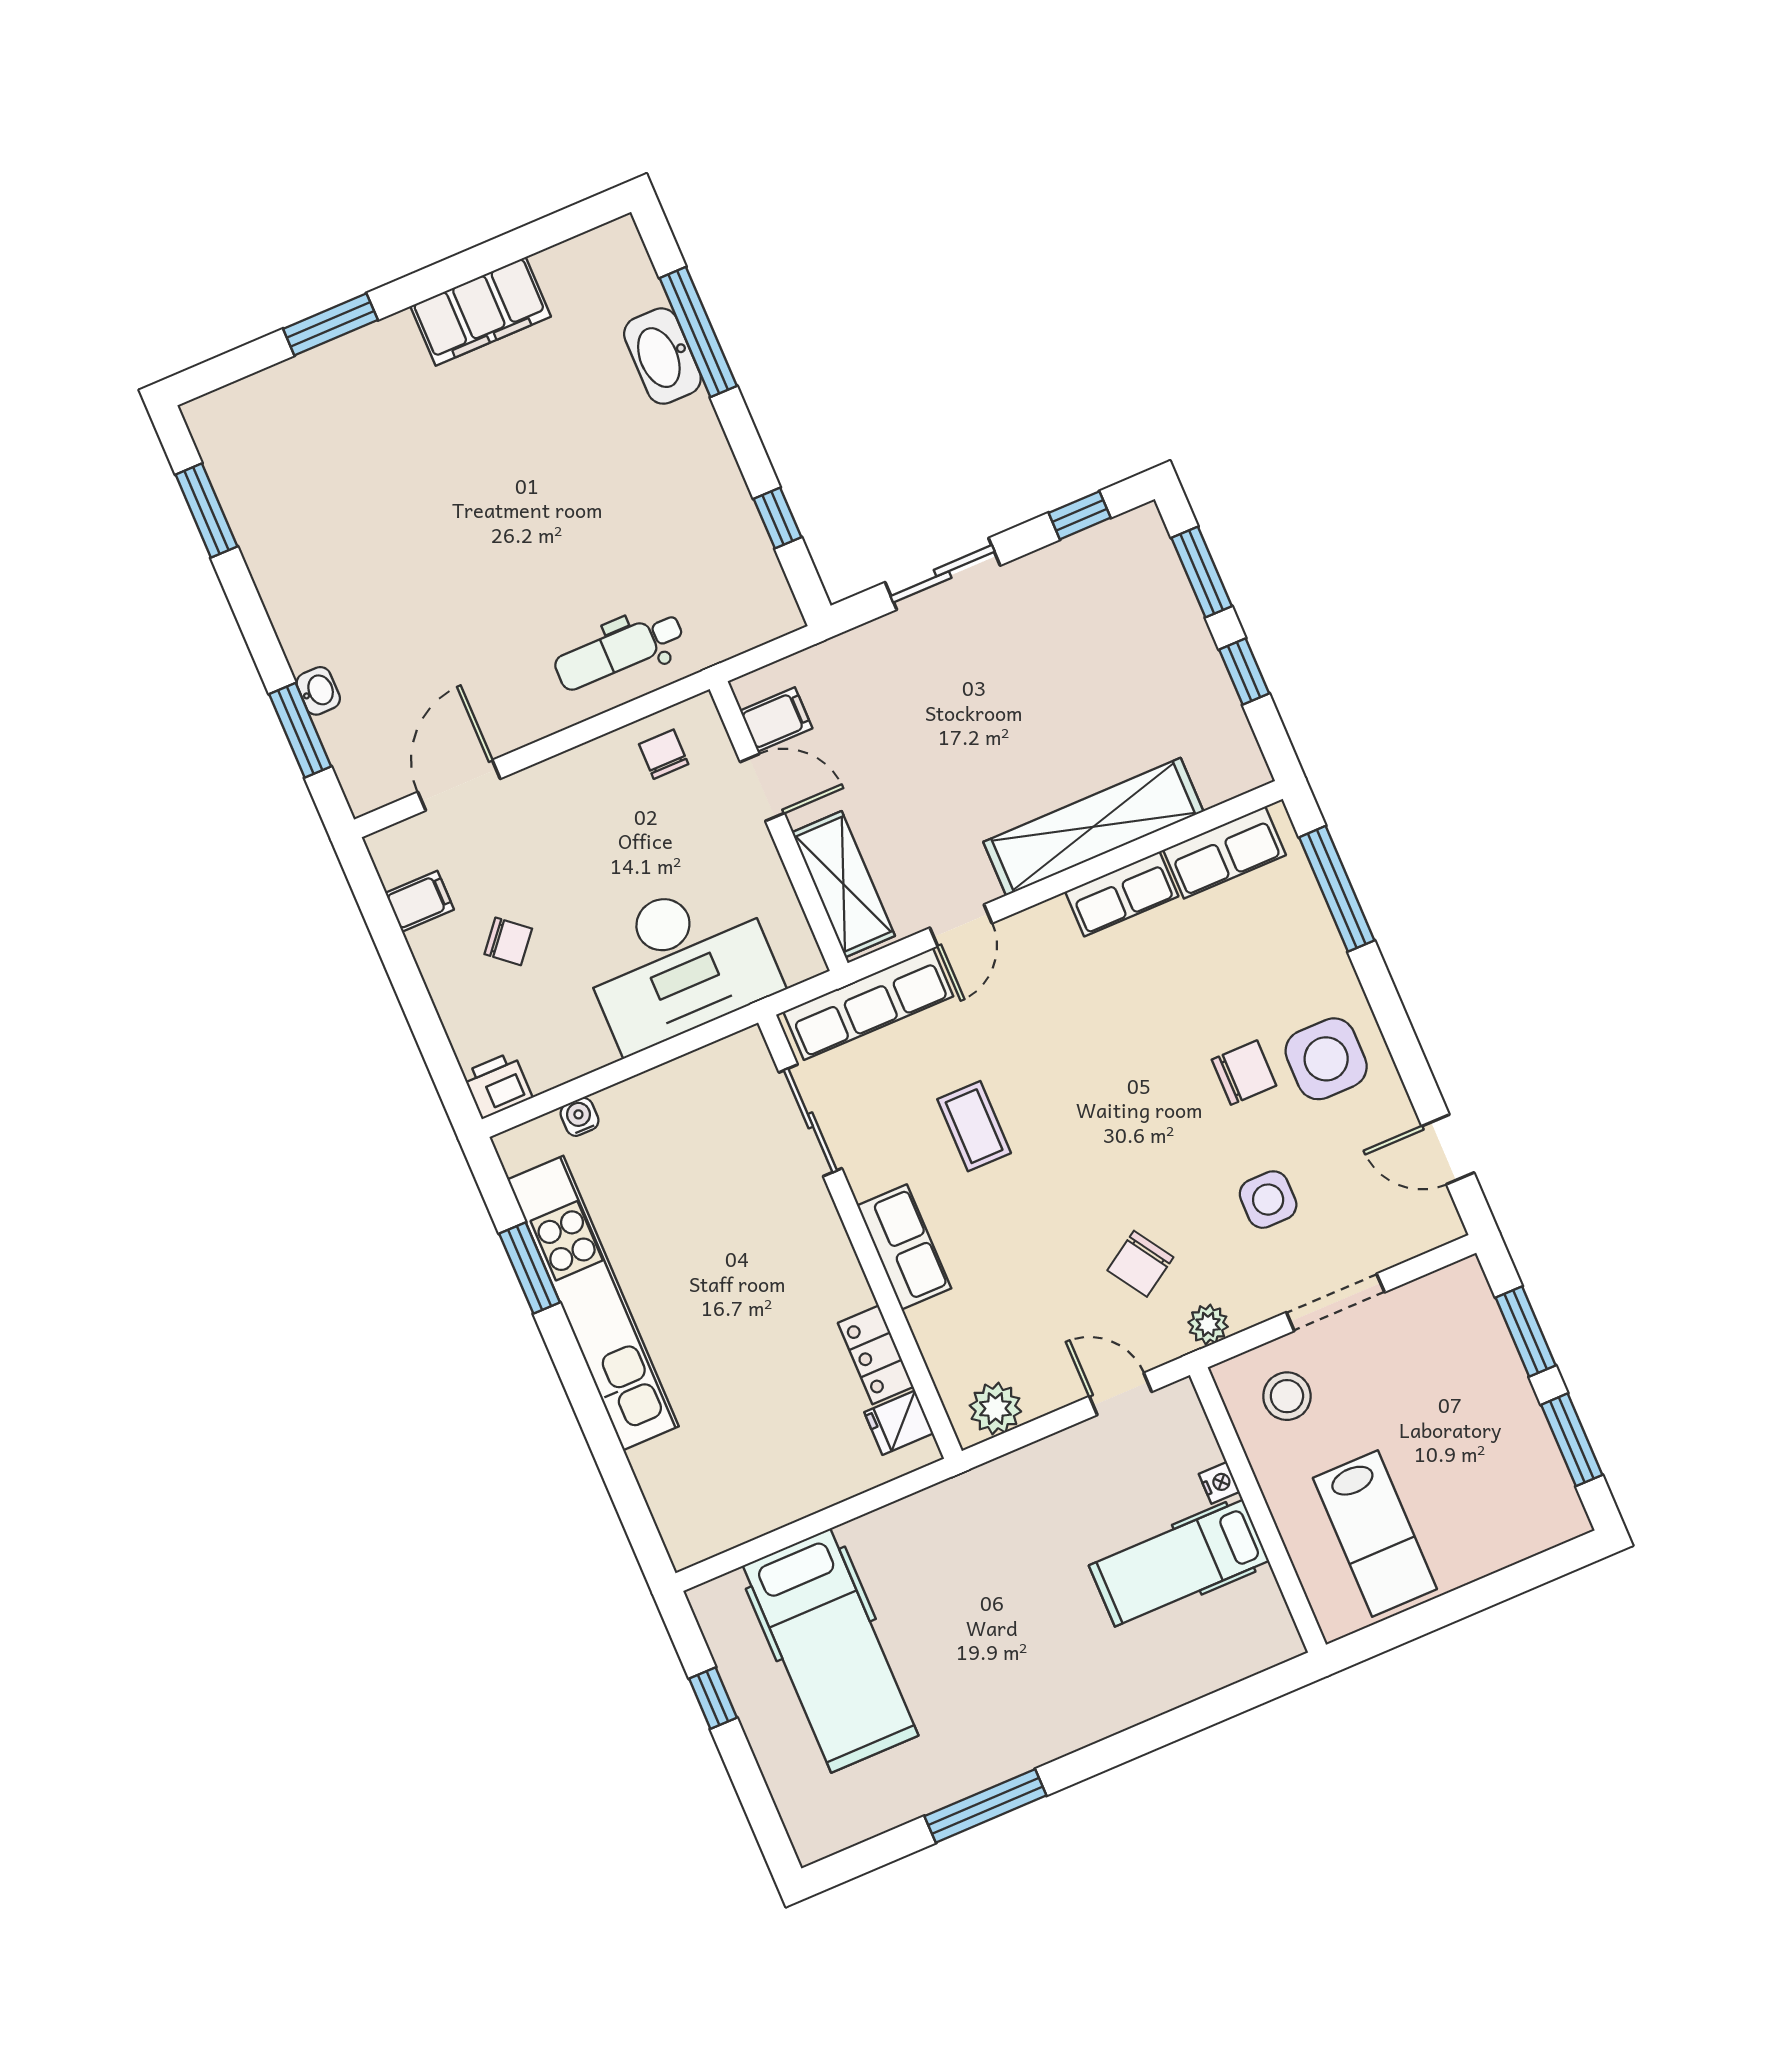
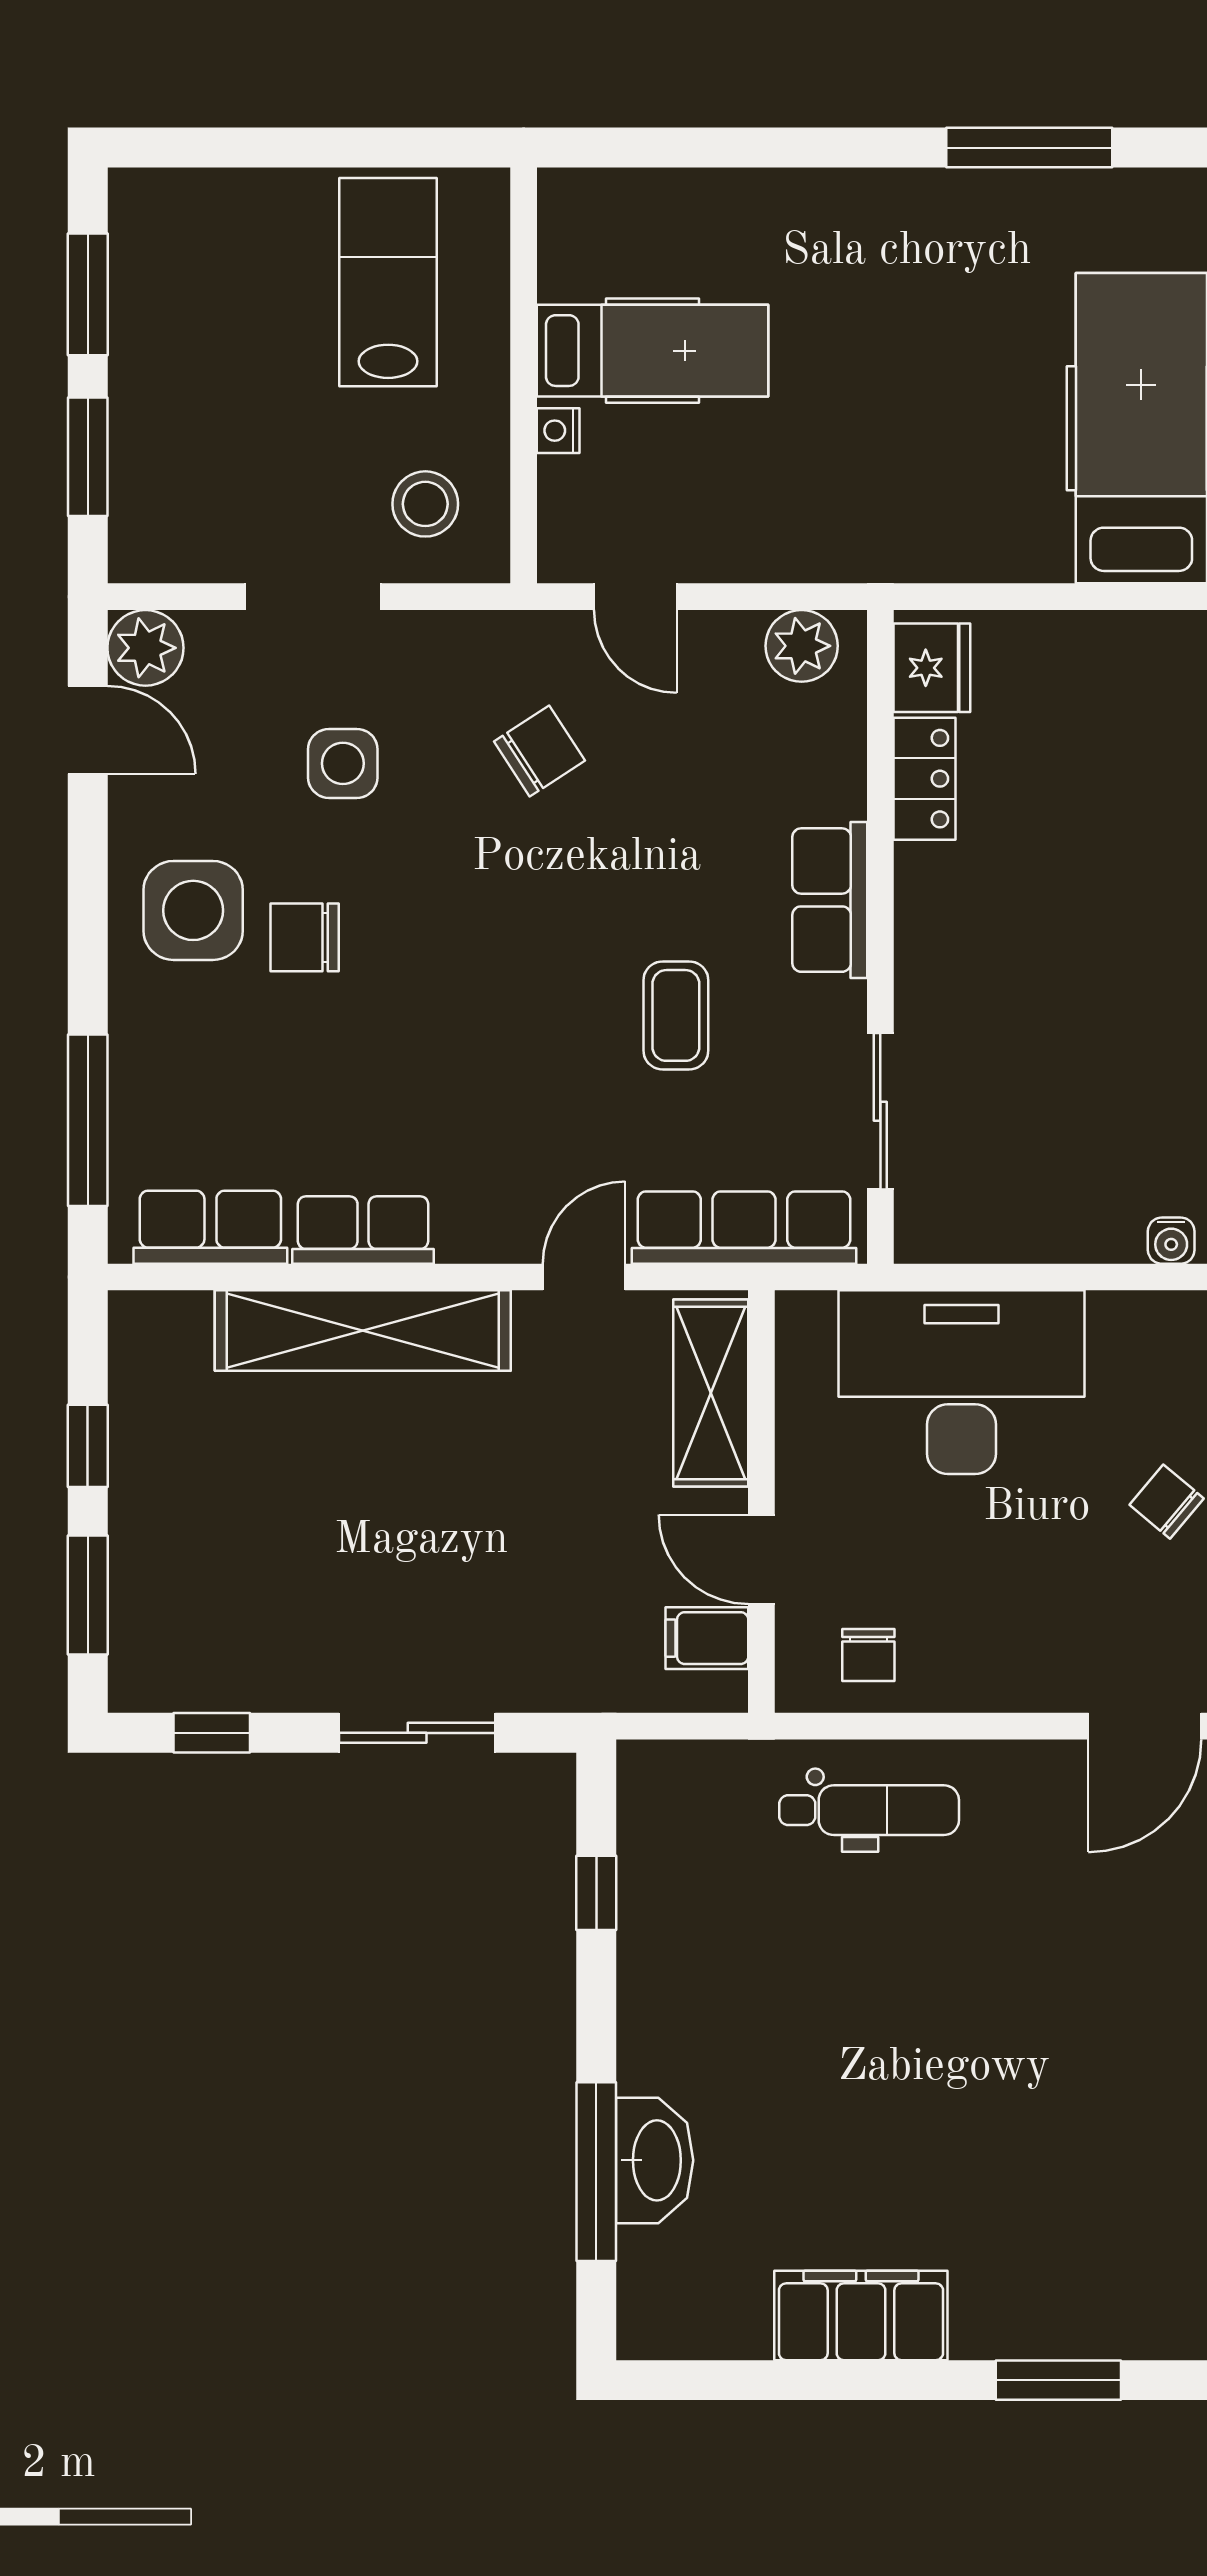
plant: (1208, 1324) -> (145, 648), moved, width x1.38, depth x1.38
fridge: (899, 1423) -> (932, 668), width x1.38

